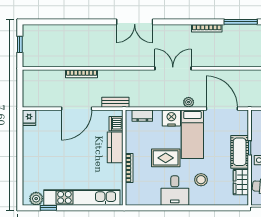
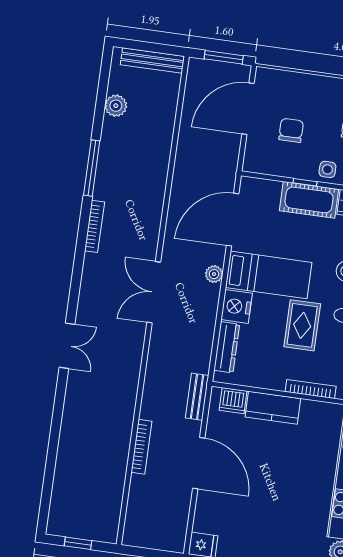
double door: (135, 22) -> (67, 346), width x0.73
dresser: (142, 116) -> (227, 347), width x1.44

